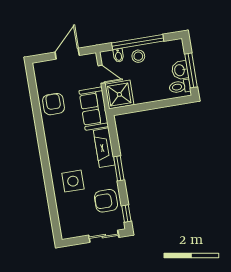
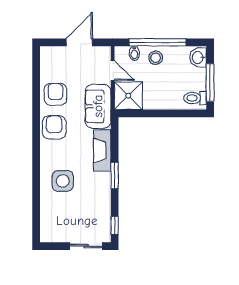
washbasin: (180, 70) -> (198, 58), moved
armchair: (106, 201) -> (54, 127), moved, turned 90

